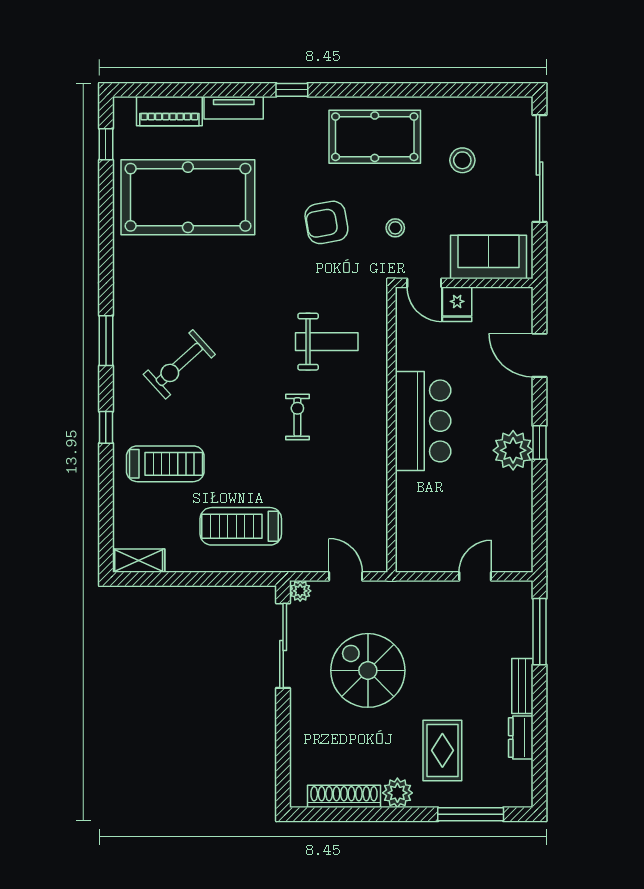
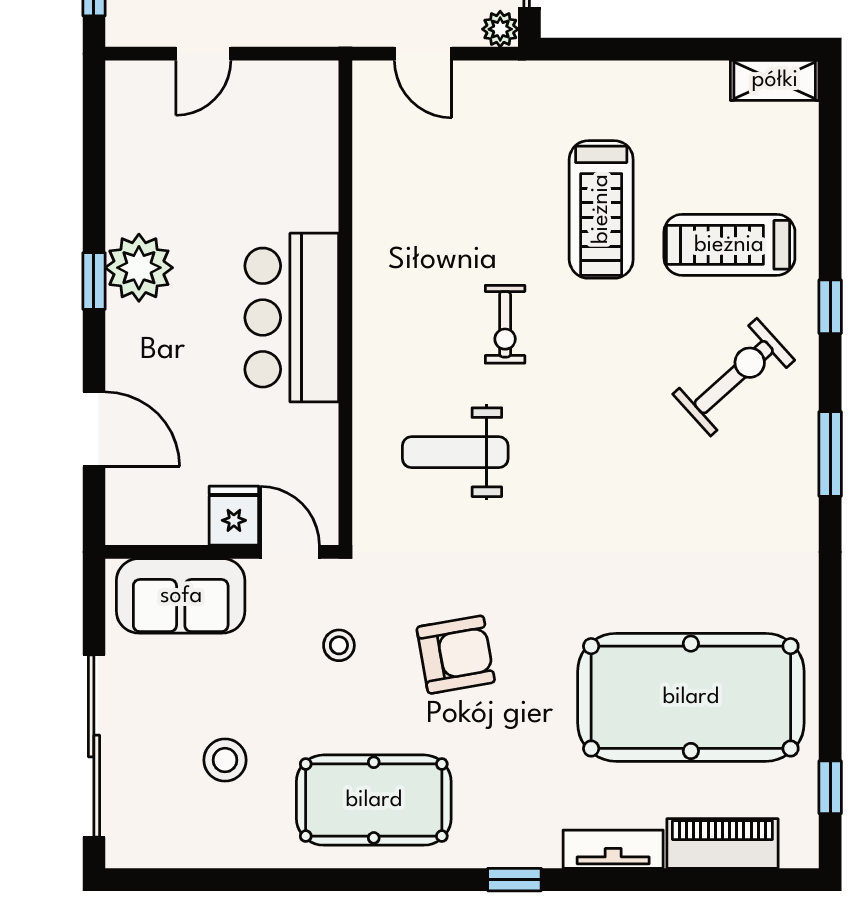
exercise bike: (179, 364) -> (734, 377), moved
treadmill: (241, 526) -> (601, 209), moved, turned 90

